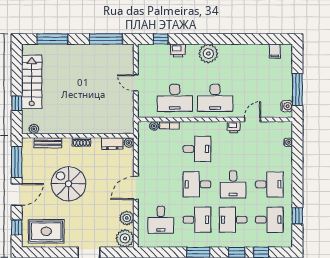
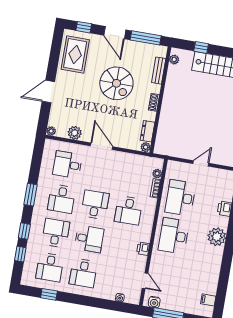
door: (252, 119) -> (145, 281), moved
spiral stairs: (68, 184) -> (116, 83), turned 90
desk: (233, 184) -> (89, 239), turned 180
plant: (125, 238) -> (51, 131), width x0.53, depth x0.53

